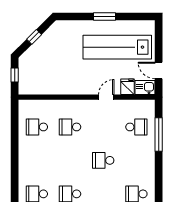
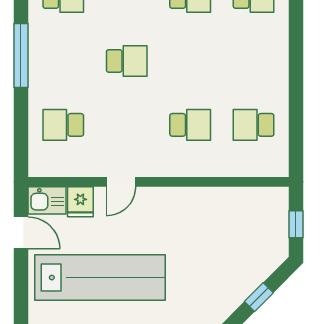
school desk: (37, 127) -> (254, 125), turned 180
window: (159, 134) -> (21, 56), moved

